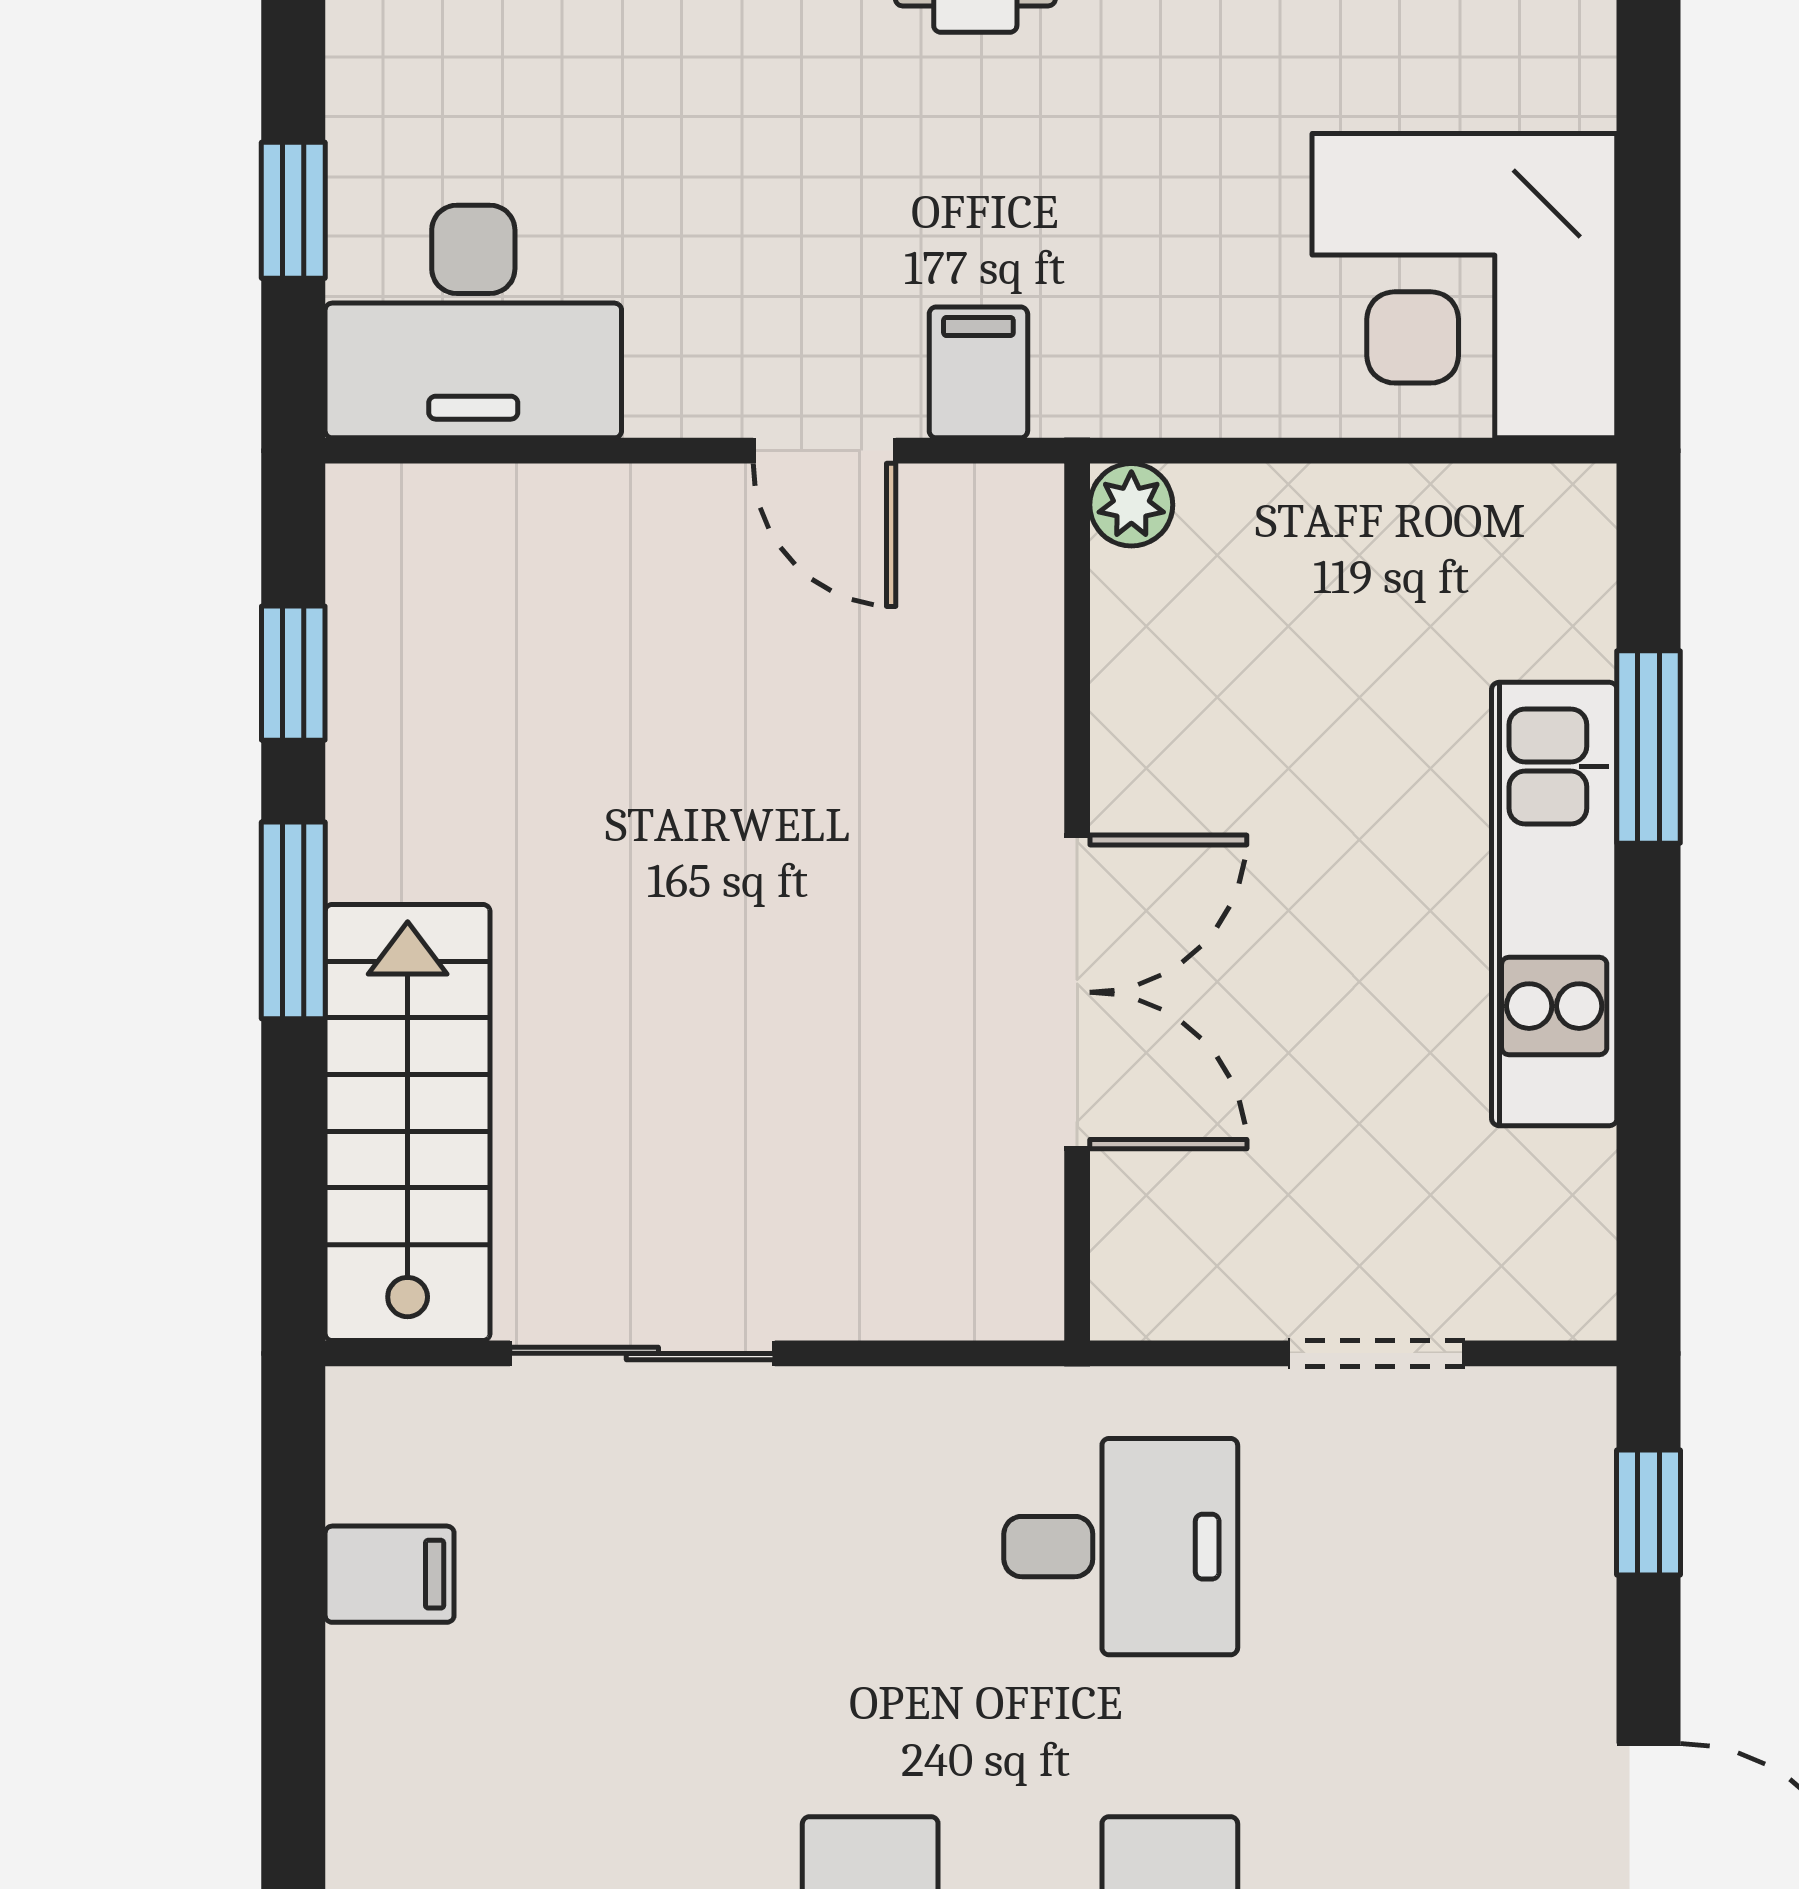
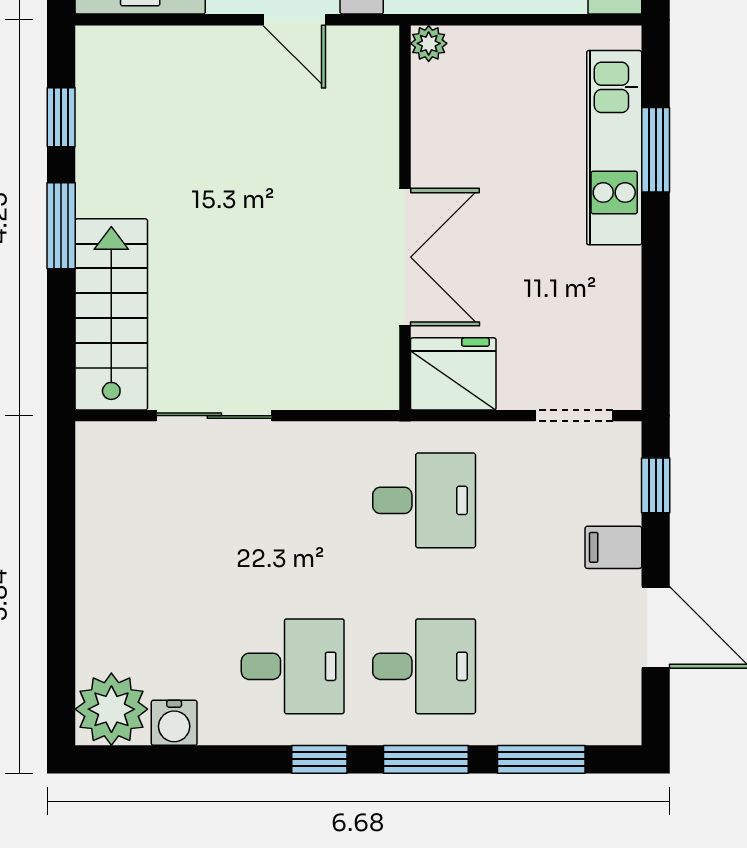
kitchen unit: (1554, 904) -> (614, 148), moved
fridge: (1187, 1258) -> (453, 374), added
doorway: (1376, 1353) -> (574, 416), moved
filing cabinet: (390, 1574) -> (613, 547), moved, turned 180

